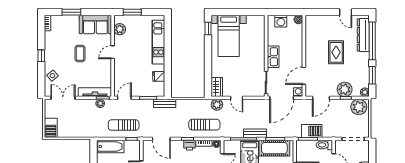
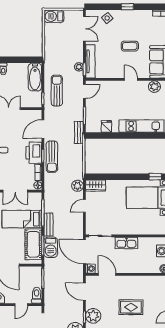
door: (124, 98) -> (84, 91), hinge flipped
sun lounger: (204, 125) -> (52, 157), moved
barbecue: (312, 131) -> (51, 247), moved
printer: (189, 145) -> (34, 153), width x1.87, depth x1.48

